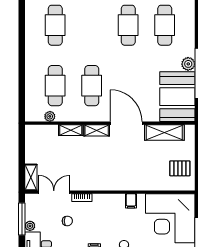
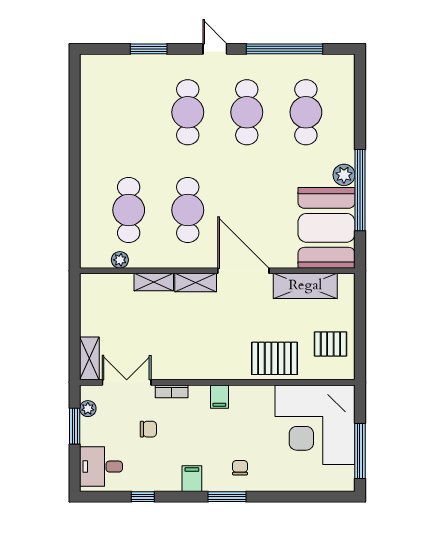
cafe table: (55, 25) -> (188, 112), moved
pallet: (145, 177) -> (275, 358), added
filing cabinet: (131, 201) -> (219, 397), moved
window: (22, 219) -> (75, 426), width x0.69
plant: (30, 226) -> (88, 409), moved

